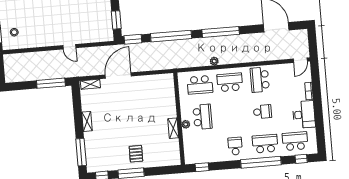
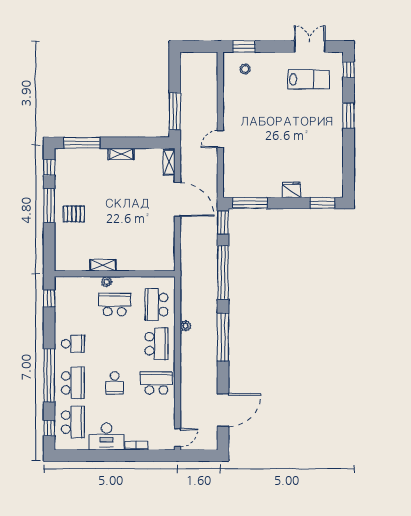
window: (116, 20) -> (250, 203), width x1.44
door: (300, 60) -> (177, 438), swing flipped
school desk: (203, 117) -> (115, 305), turned 180

